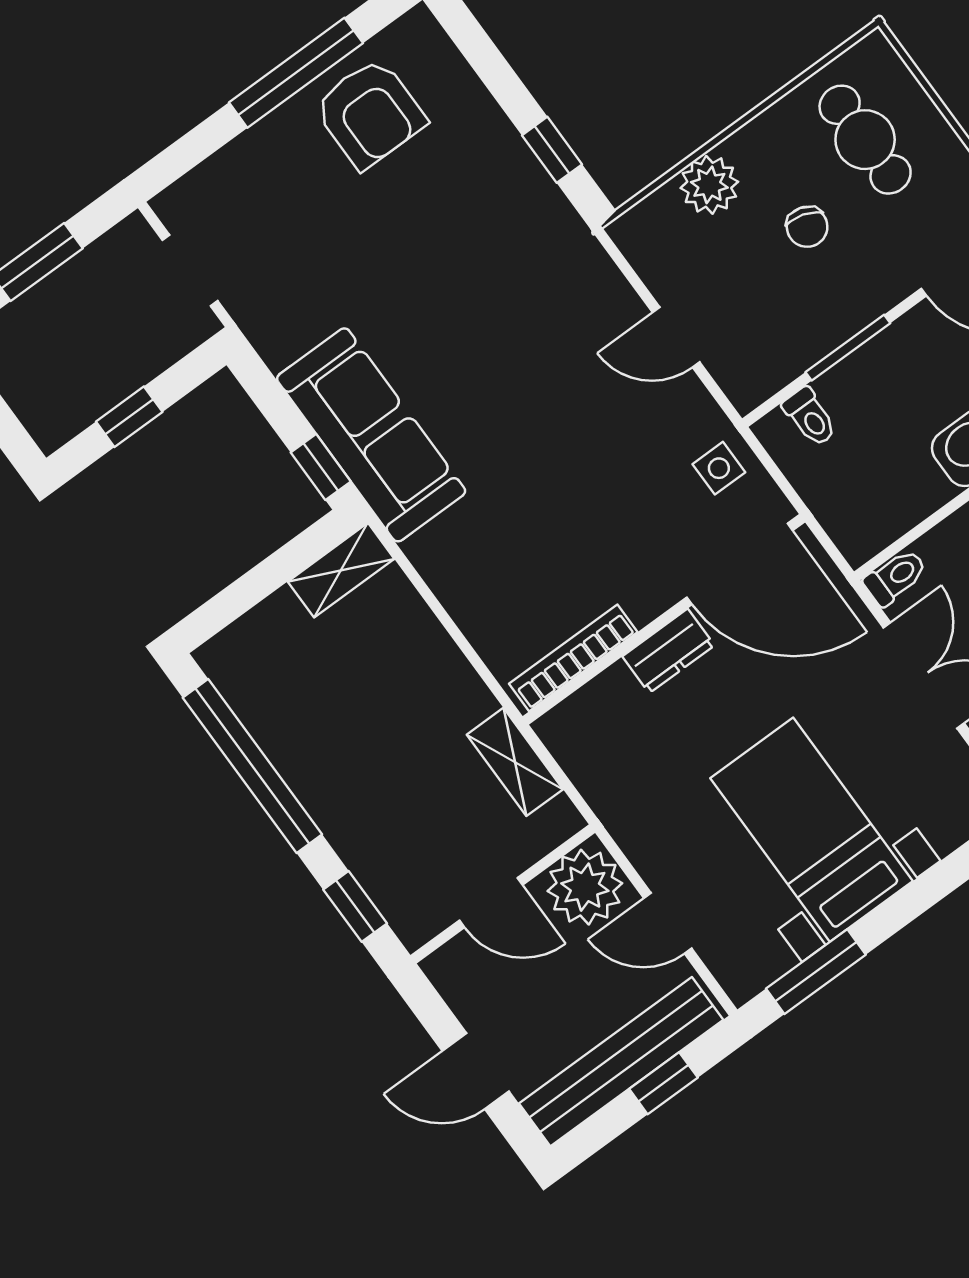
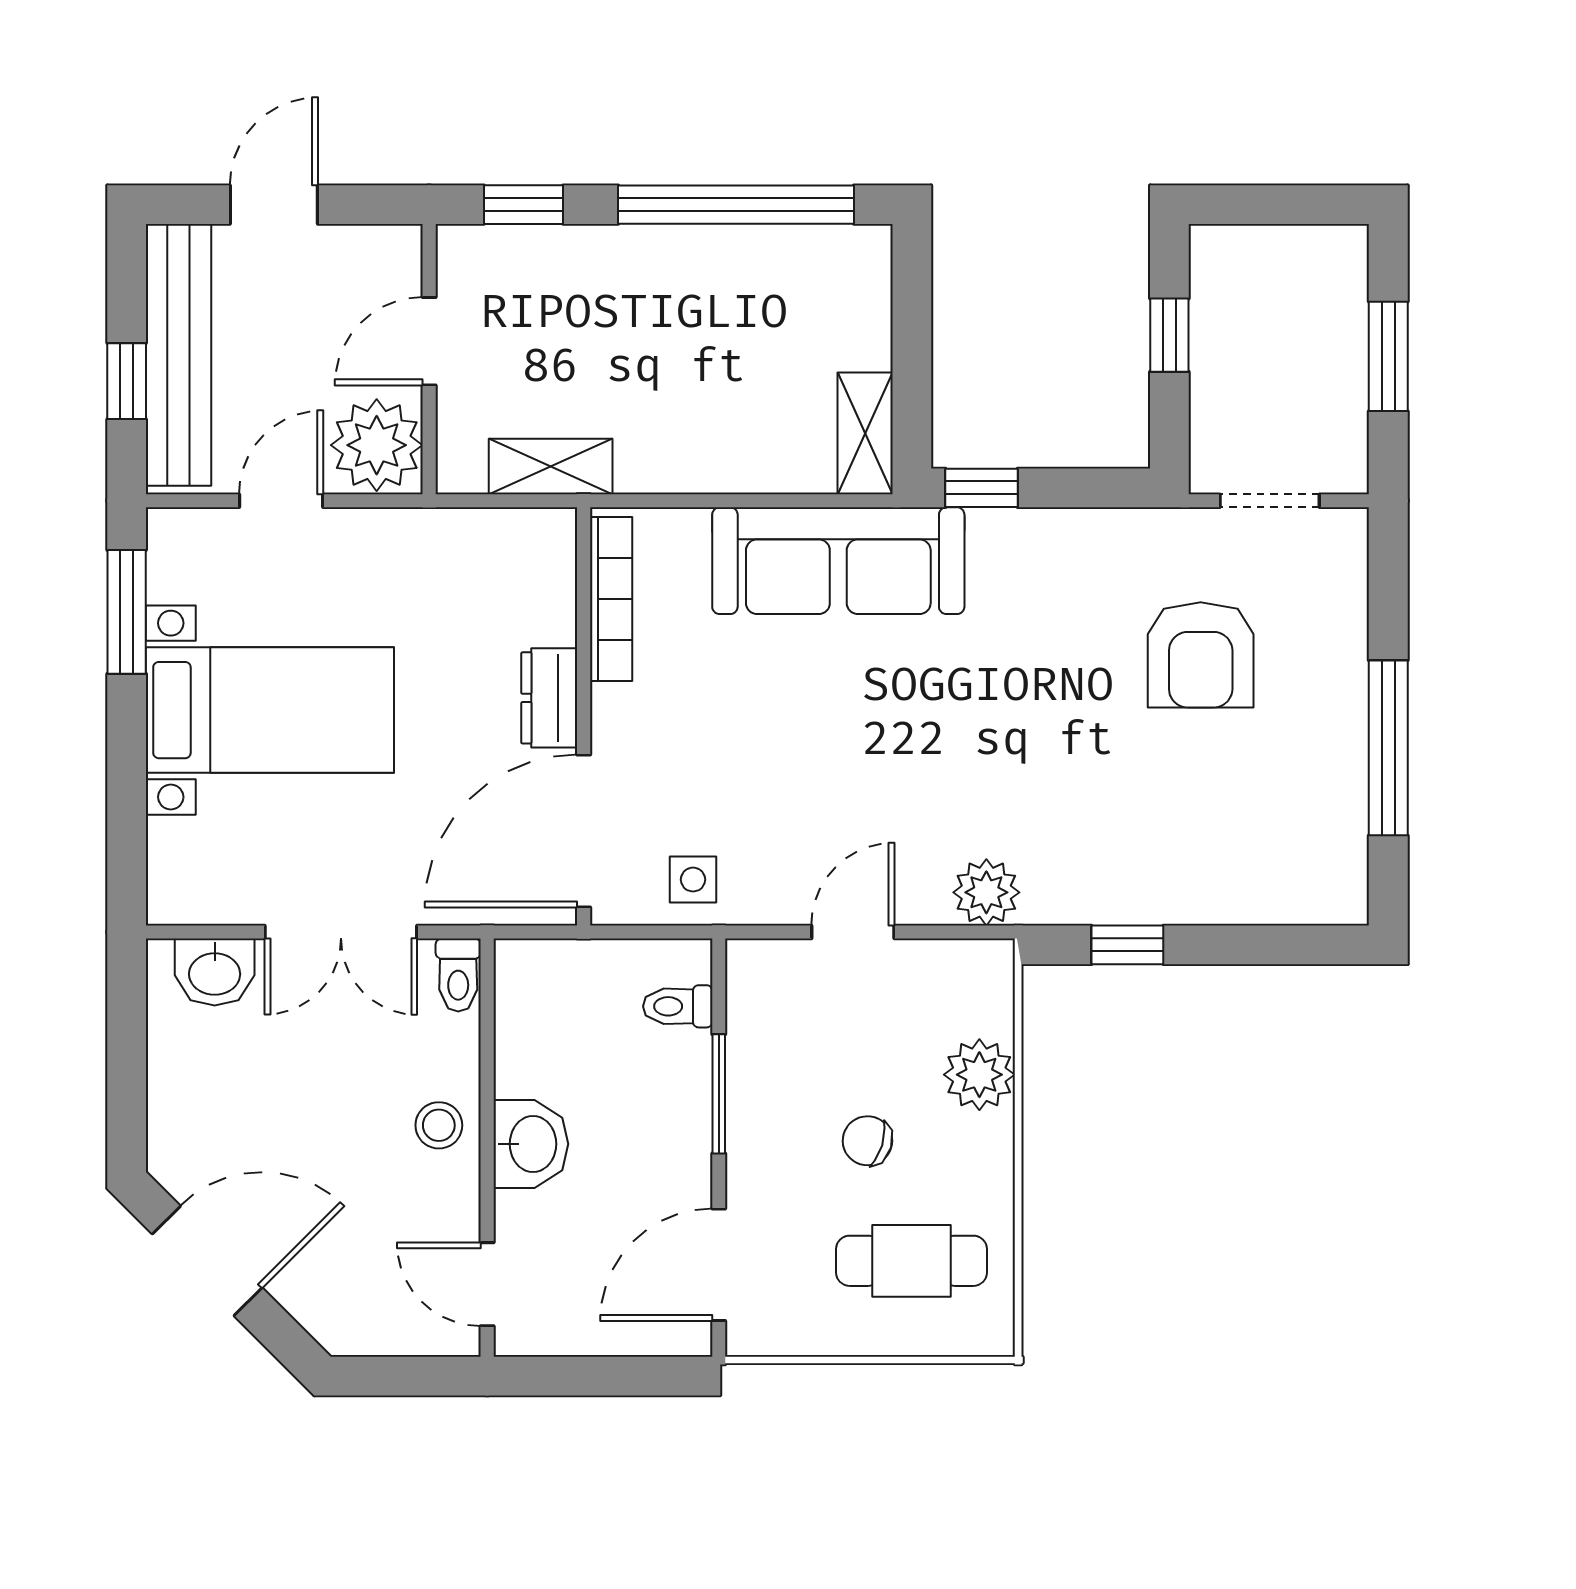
armchair: (370, 113) -> (1201, 655), moved, turned -90
plant: (586, 268) -> (986, 892), added
sofa: (371, 435) -> (838, 561), moved

